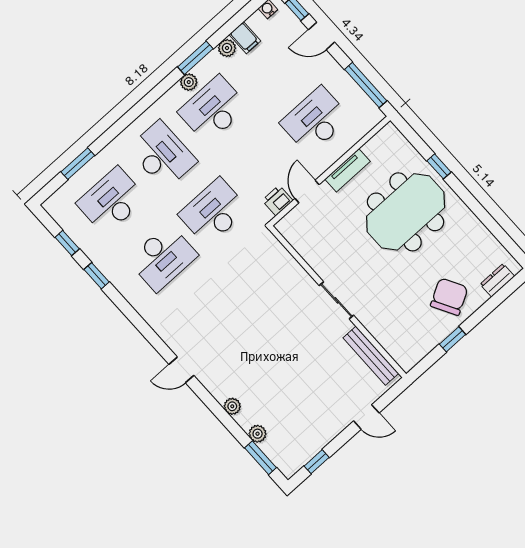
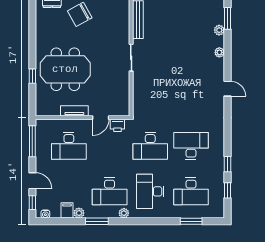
plant: (189, 82) -> (124, 213), moved

